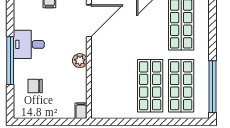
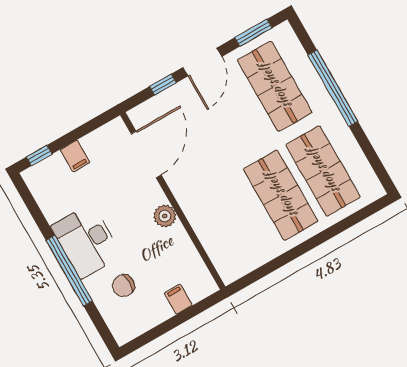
desk: (29, 44) -> (86, 241), width x1.37
window: (213, 87) -> (333, 88), moved
filing cabinet: (81, 111) -> (178, 299), moved

